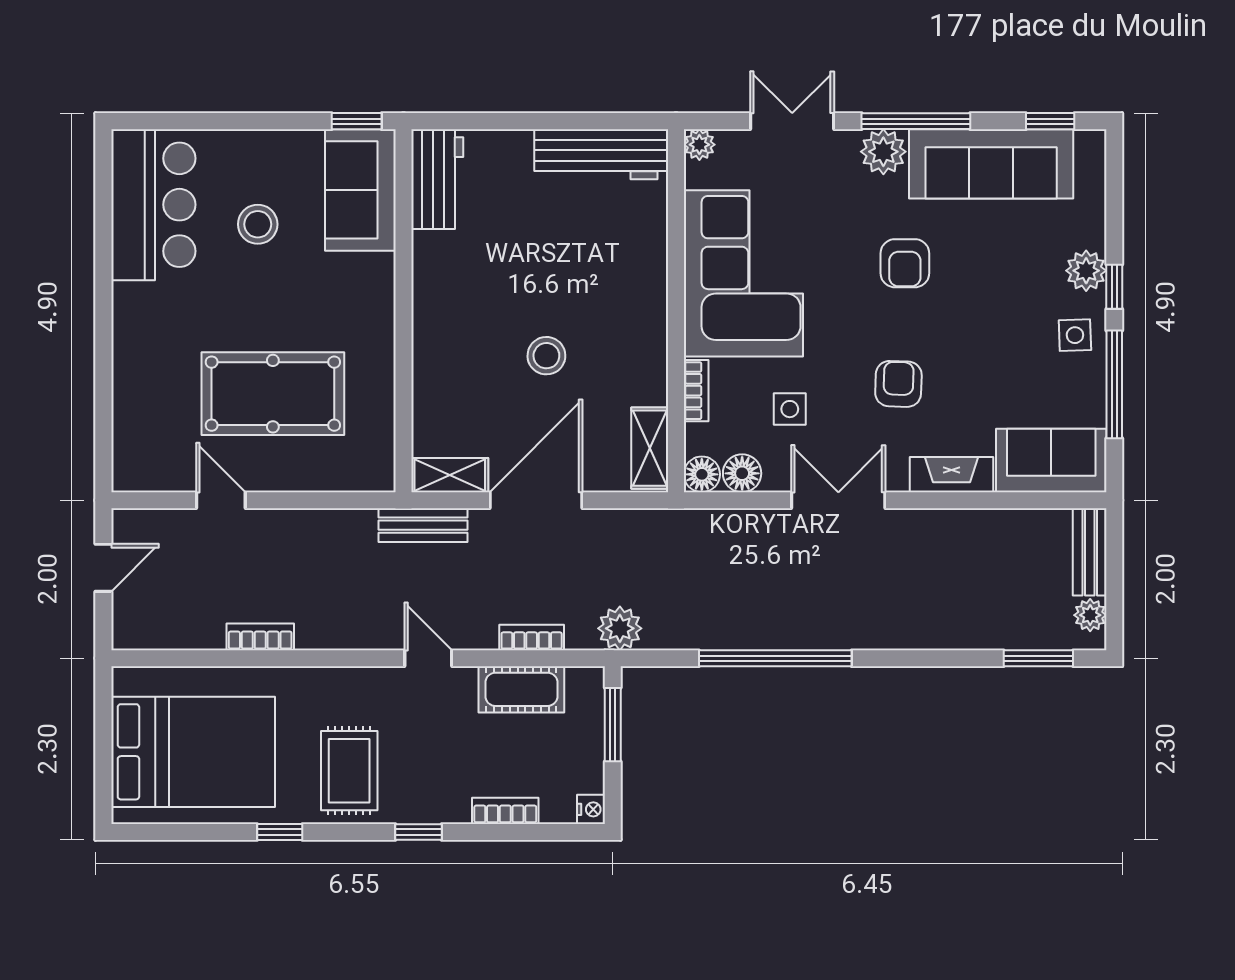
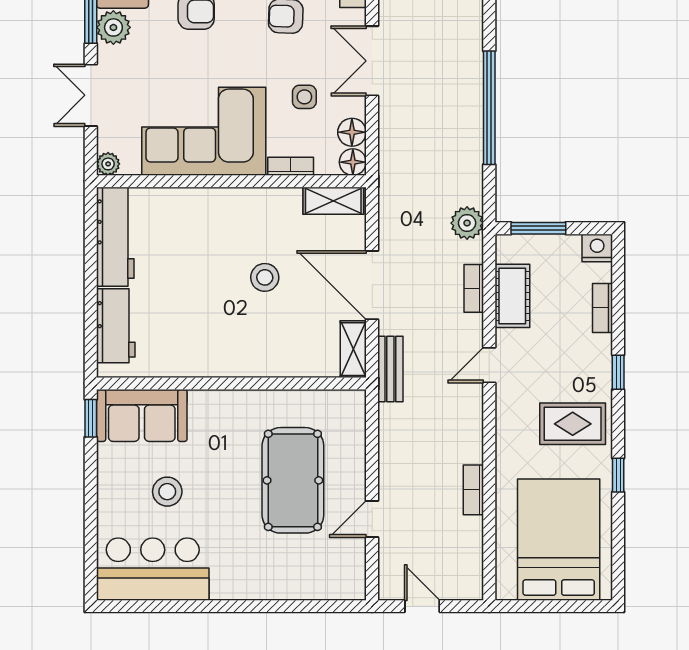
workbench: (437, 179) -> (116, 326), moved, turned 90
nightstand: (591, 809) -> (597, 248), width x1.39, depth x1.35

